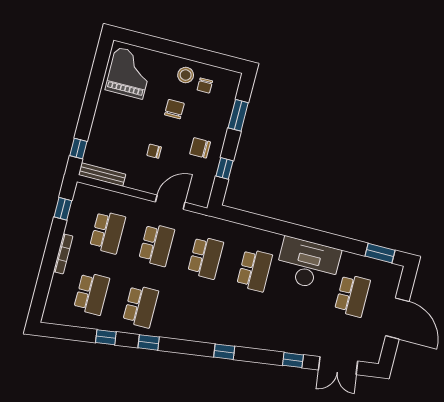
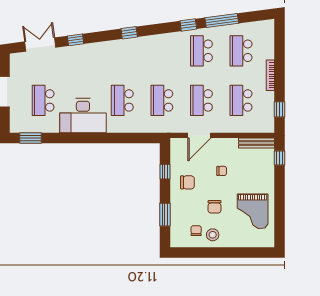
grand piano: (129, 73) -> (253, 211), moved
window: (106, 337) -> (222, 21), width x2.17

